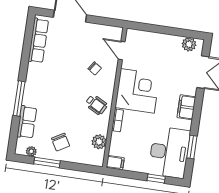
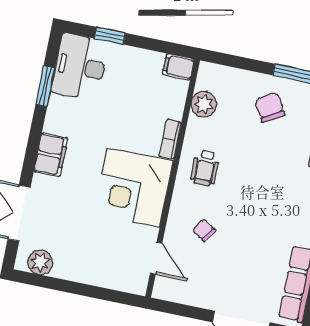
wheelchair: (96, 105) -> (205, 168), turned -118
desk: (169, 152) -> (80, 67), width x0.73, depth x0.77

